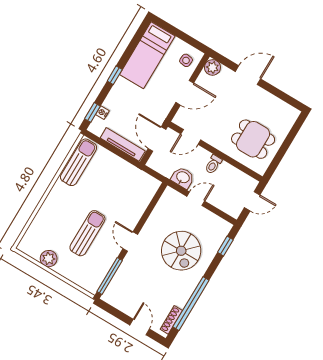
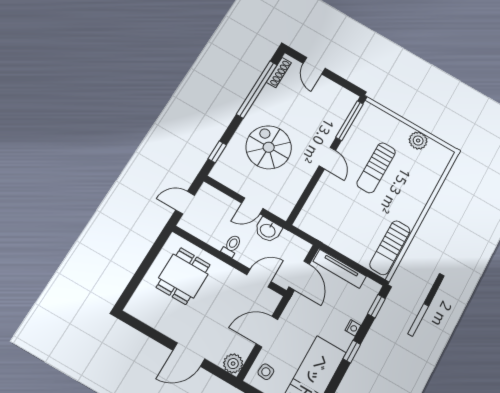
nightstand: (102, 113) -> (353, 328), moved
dining table: (253, 139) -> (183, 276), turned 90

